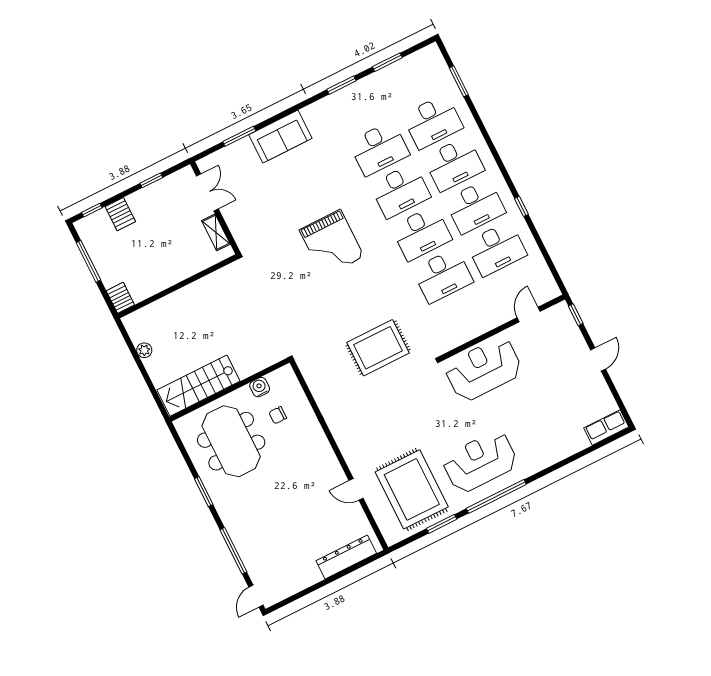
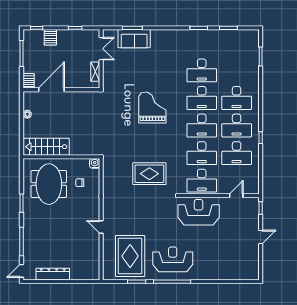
desk: (433, 121) -> (202, 181), moved
sofa: (280, 136) -> (134, 39), moved
grand piano: (332, 243) -> (152, 107), turned 180
door: (162, 294) -> (51, 90), added
water cooler: (260, 387) -> (95, 163), moved
row of seats: (606, 427) -> (247, 274), removed
door: (356, 489) -> (101, 227), moved
dresser: (346, 557) -> (53, 274), moved

